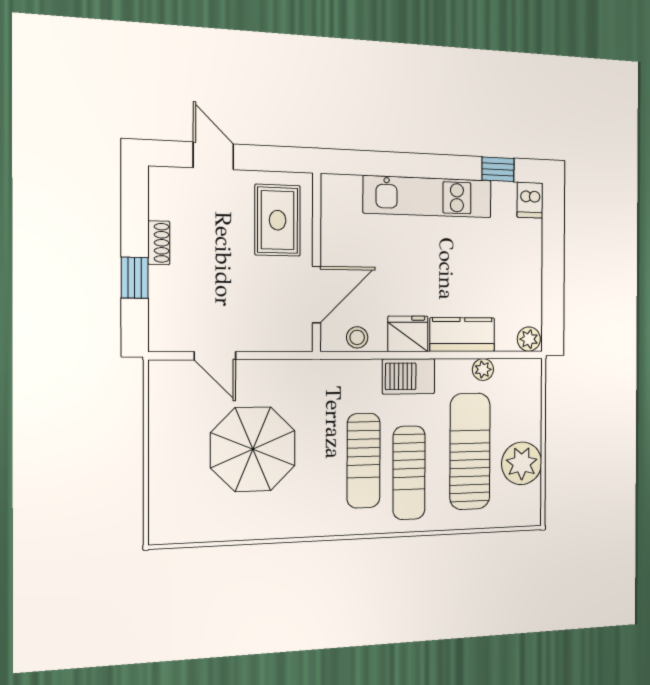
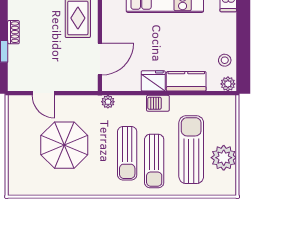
stool: (357, 337) -> (225, 60), moved
plant: (483, 369) -> (108, 102), moved
barbecue: (409, 376) -> (158, 103), width x0.73, depth x0.79

